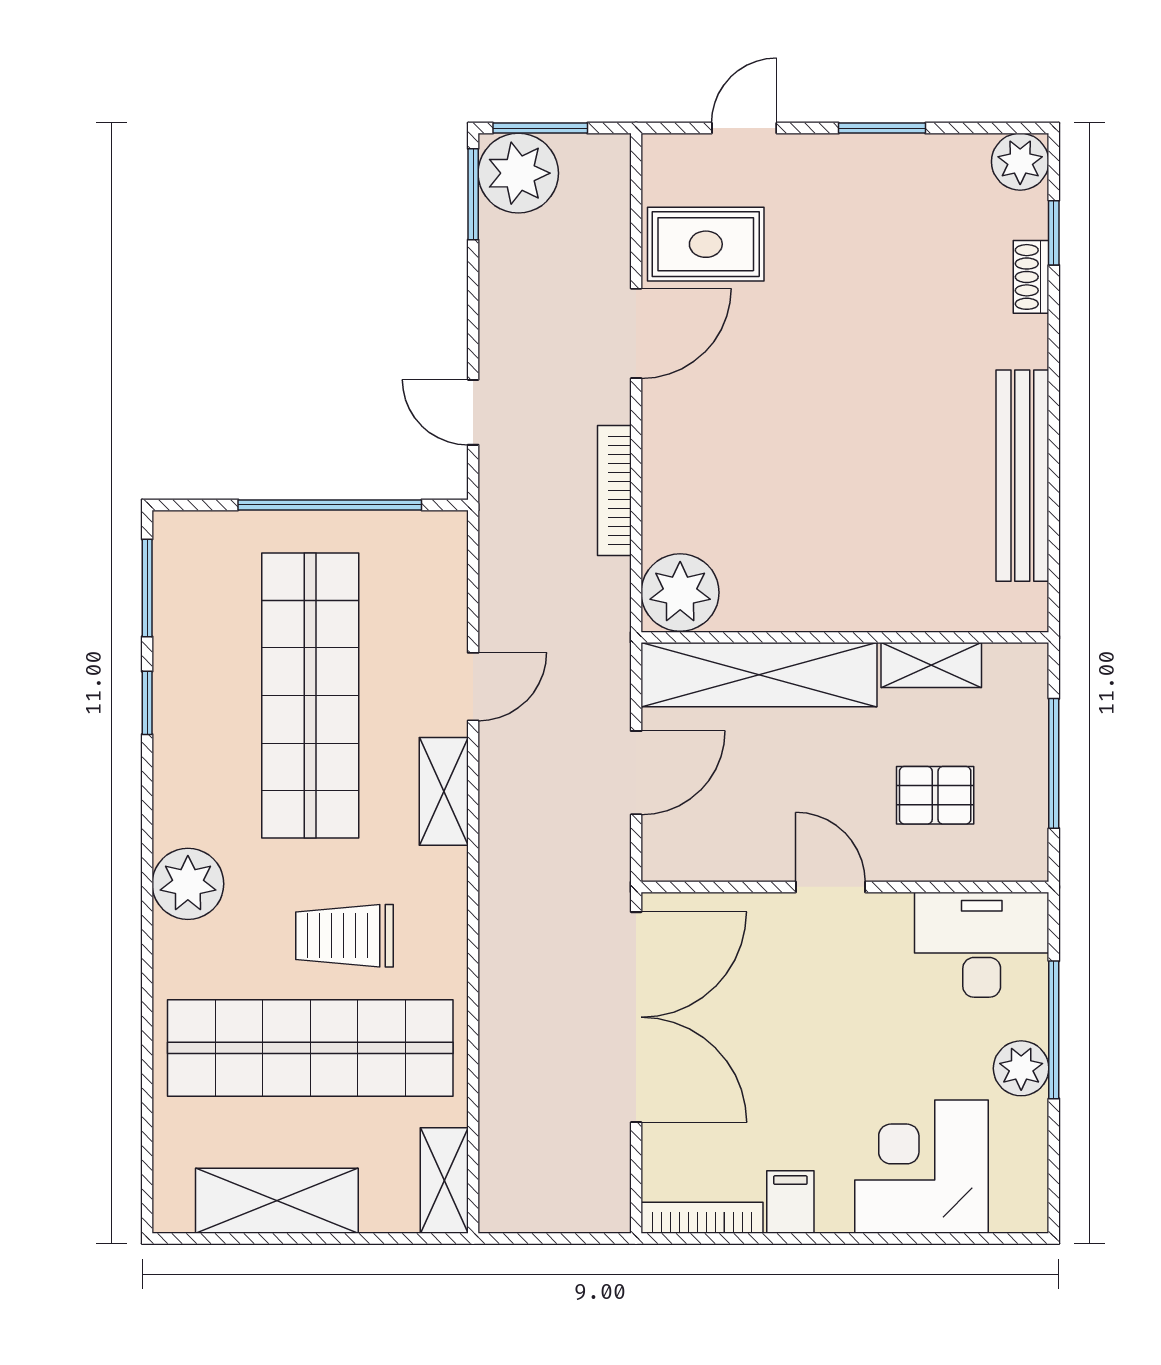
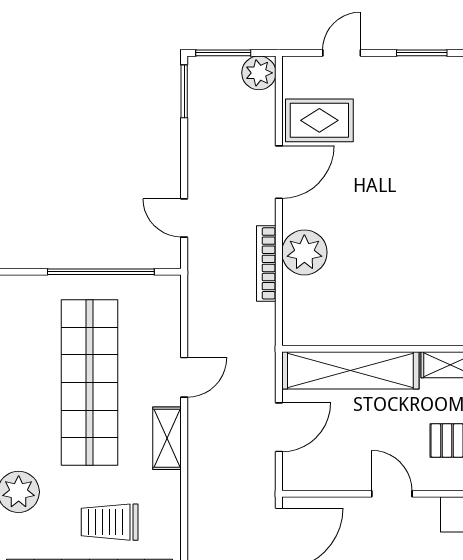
plant: (518, 173) -> (259, 73), moved, width x0.73, depth x0.73
plant: (680, 593) -> (304, 252), moved

